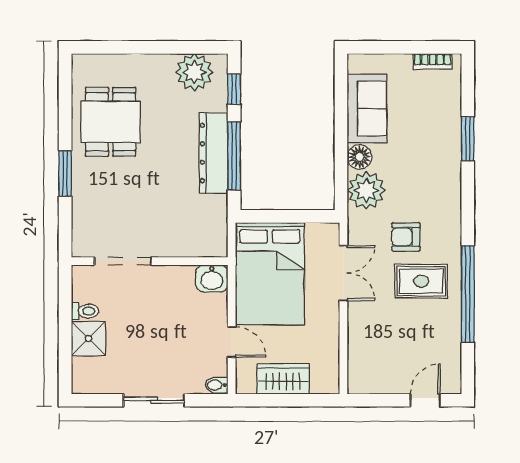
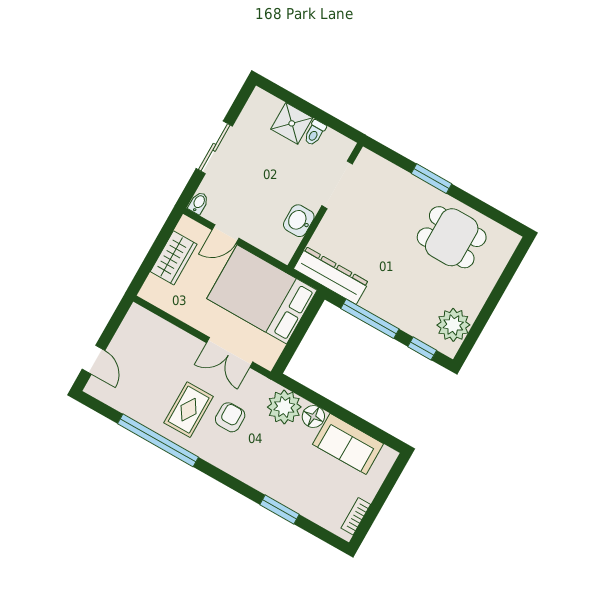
dresser: (214, 153) -> (331, 275), moved
washbasin: (212, 278) -> (299, 221), moved

